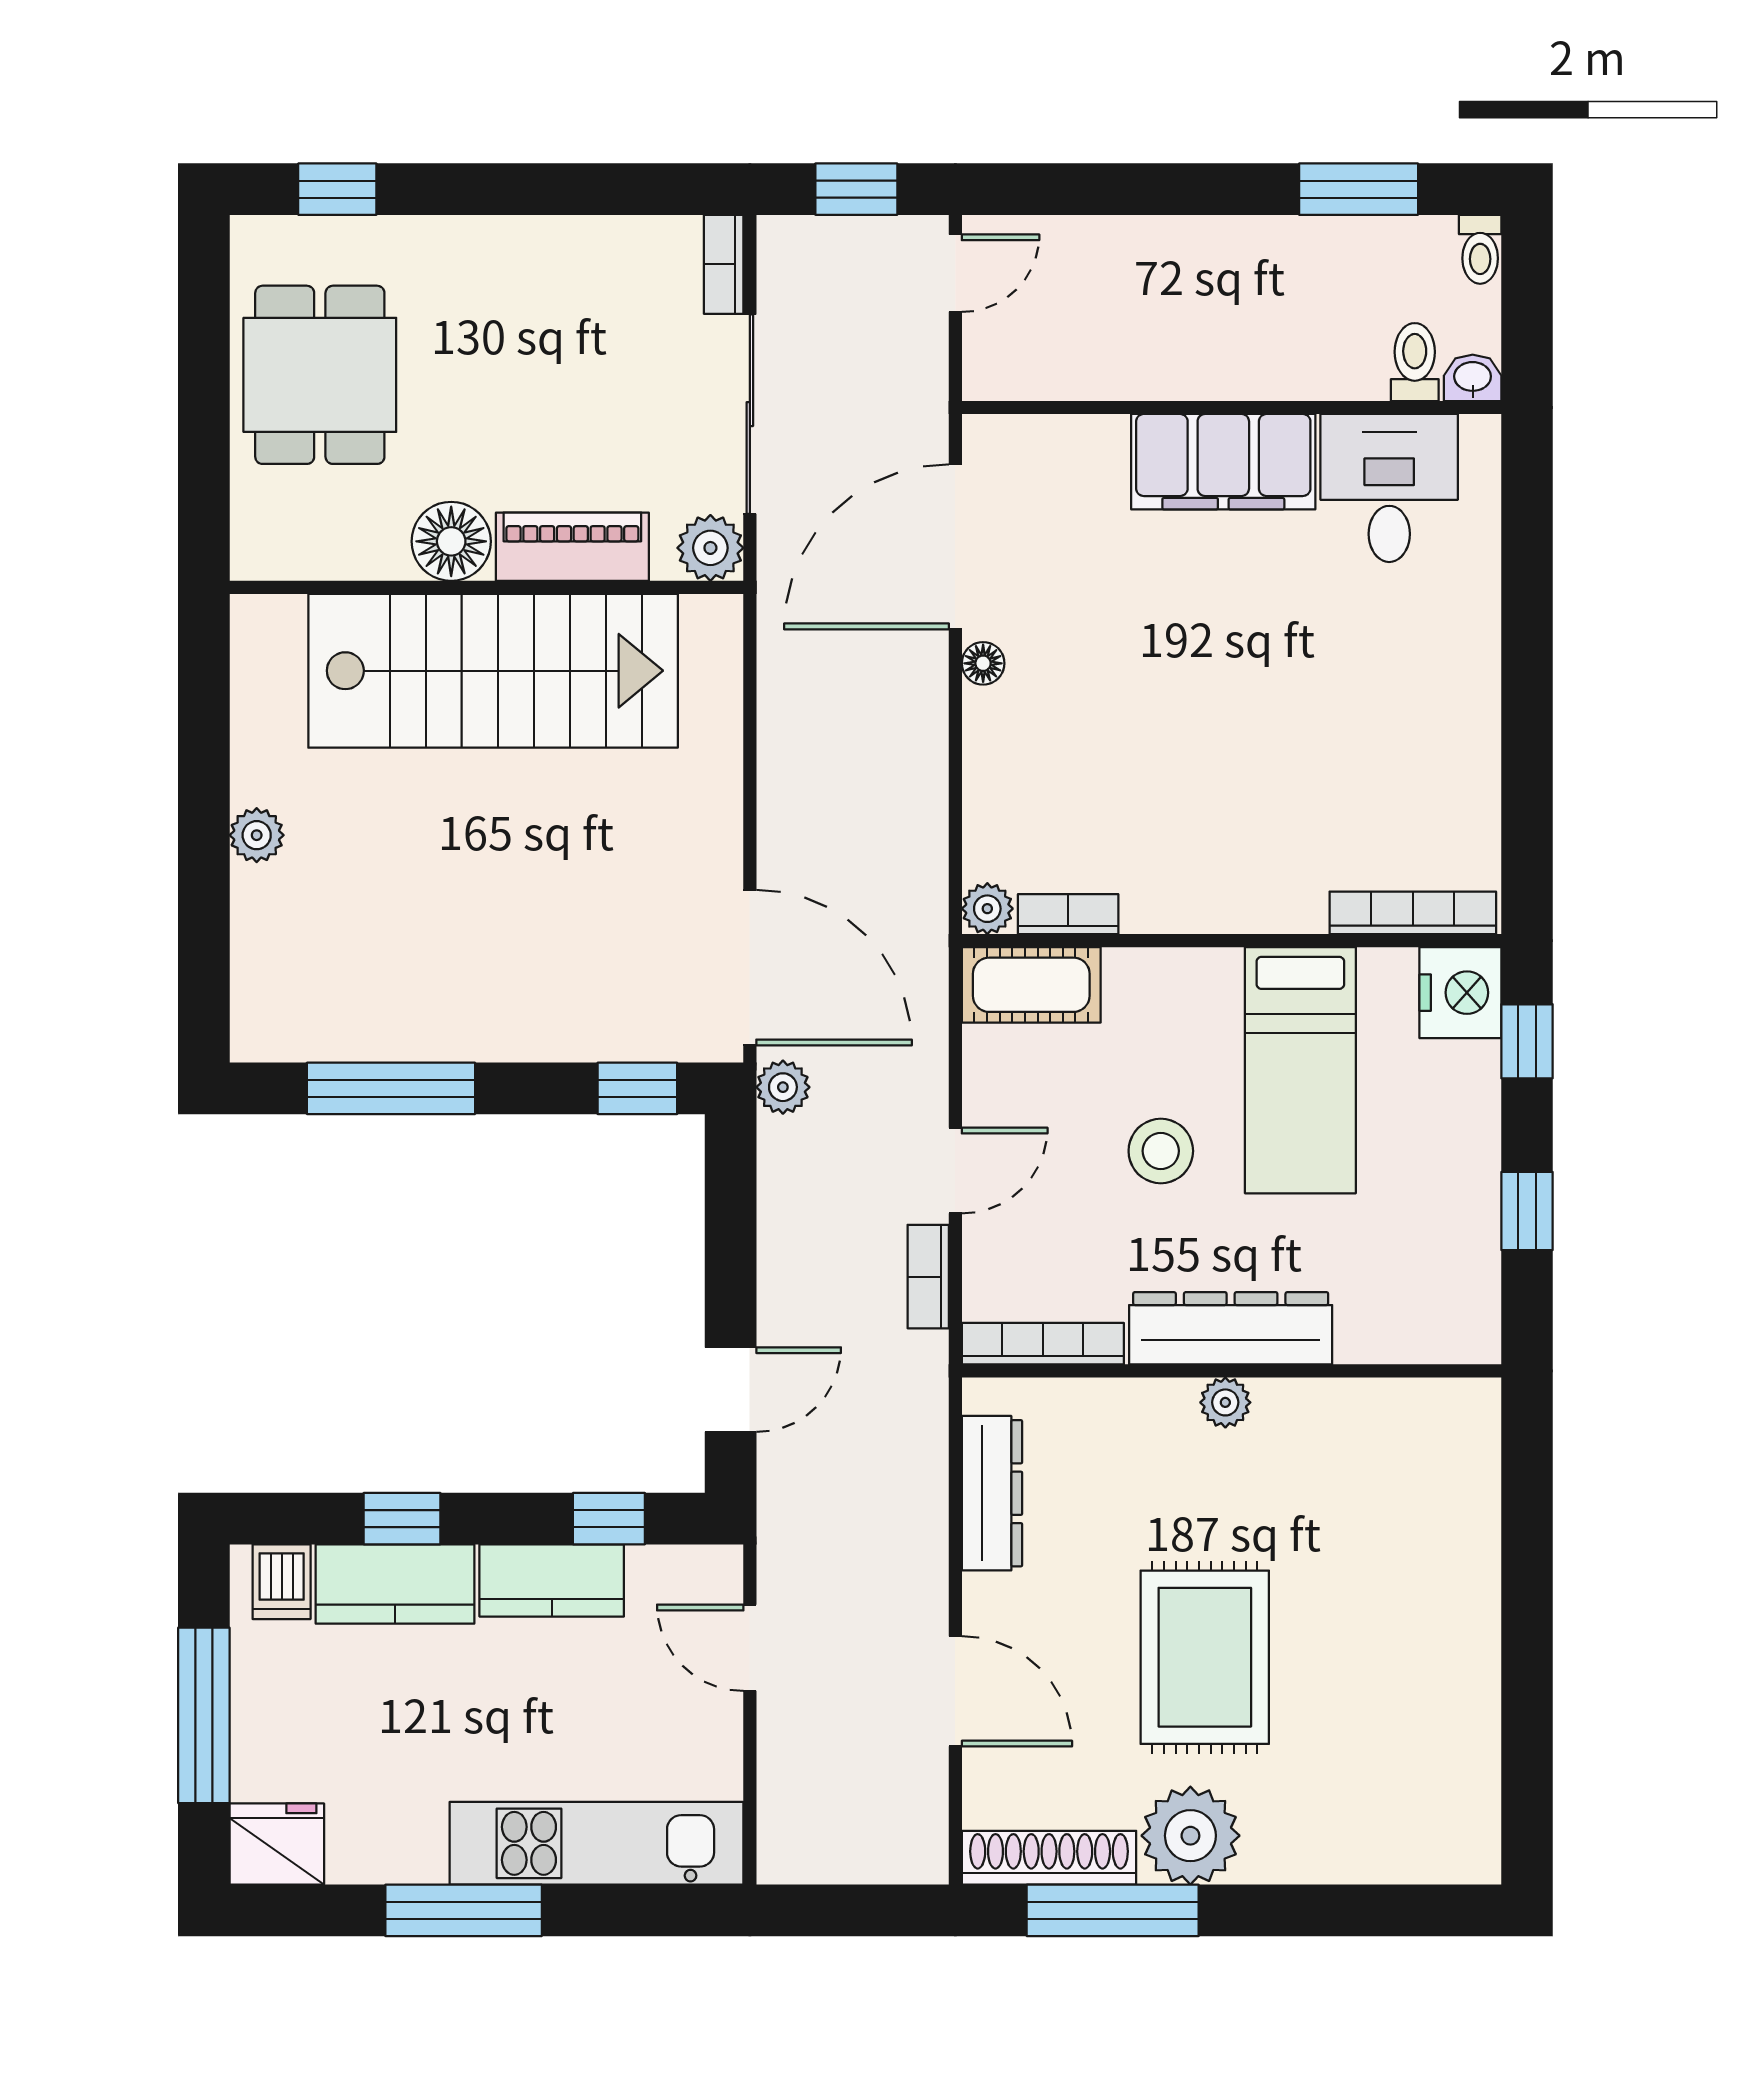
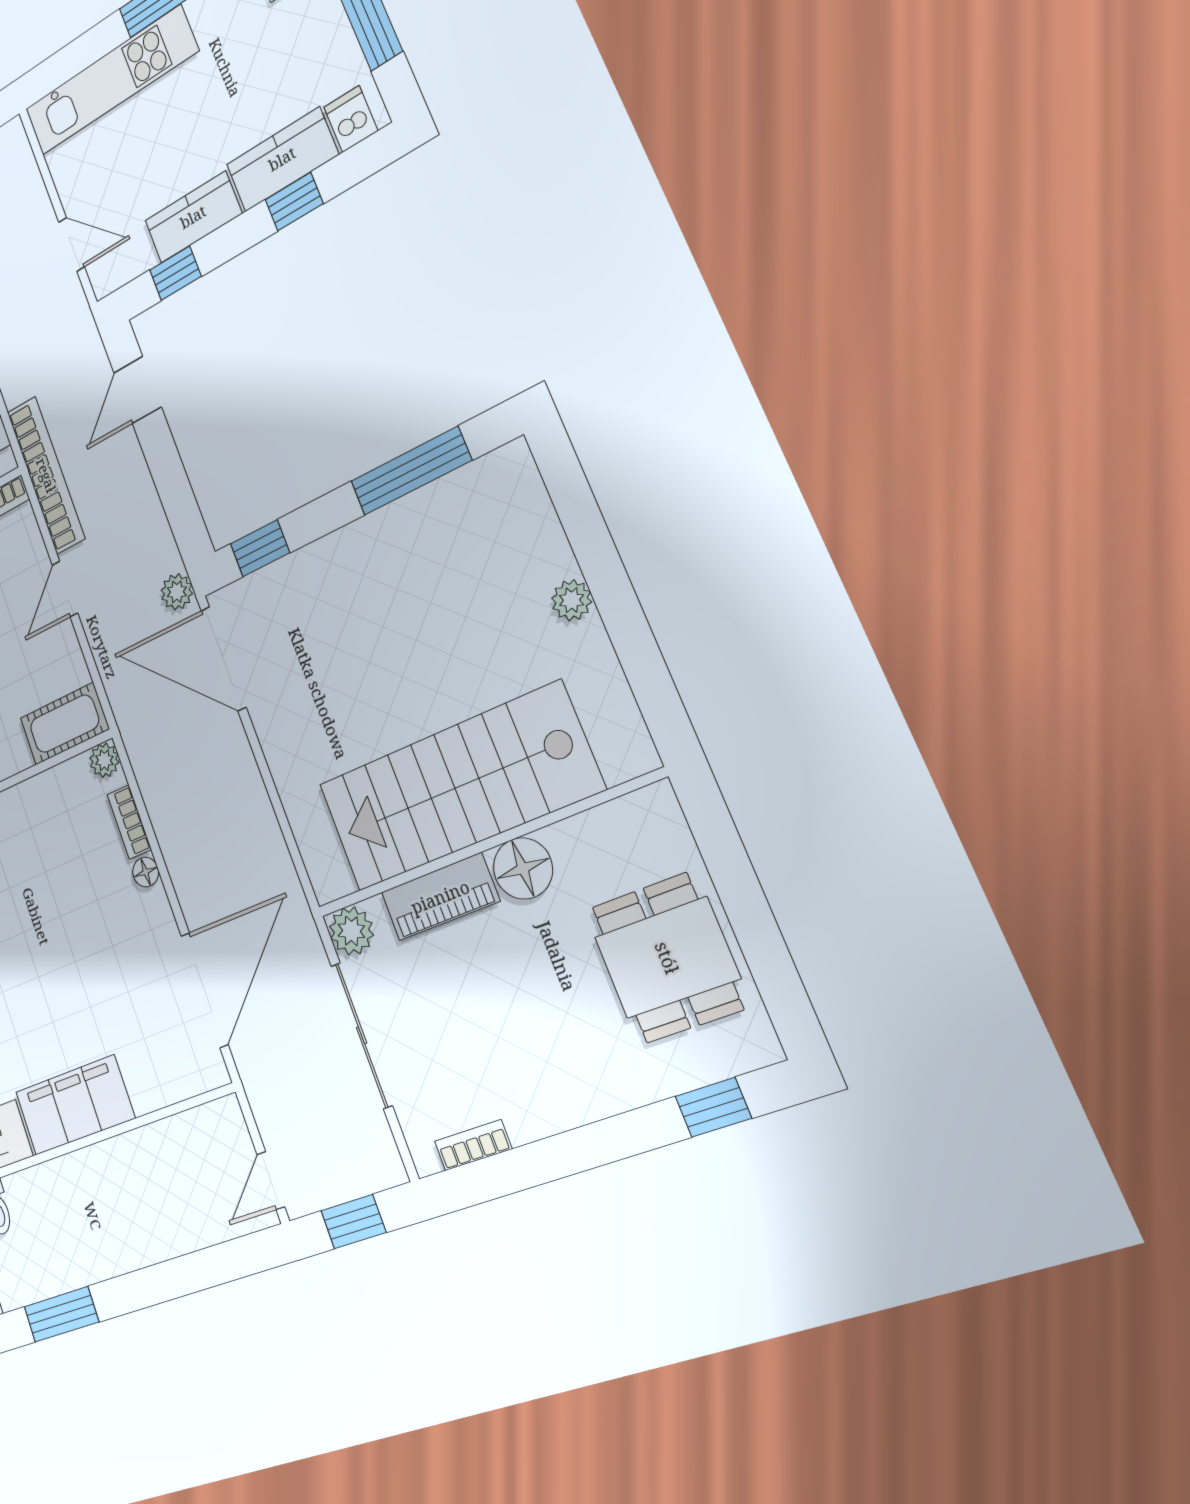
bookcase: (724, 264) -> (473, 1145), moved, turned -90
floor lamp: (983, 663) -> (146, 872), moved
bookcase: (1068, 914) -> (129, 822), moved, turned 90
bookcase: (928, 1277) -> (46, 475), width x2.31, depth x1.31

